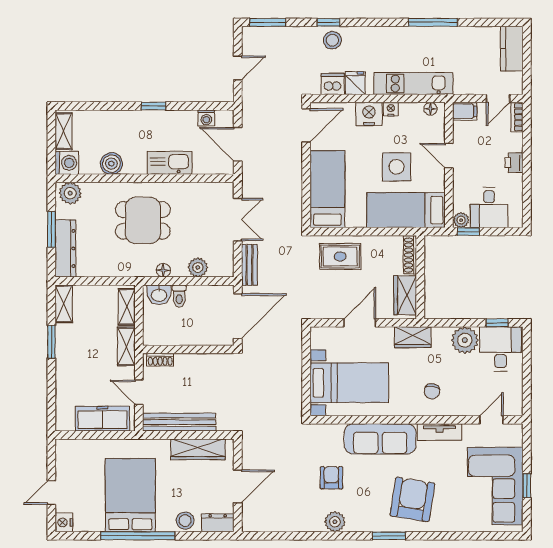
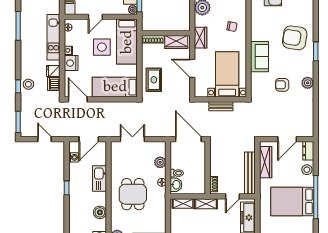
bench: (249, 265) -> (221, 106), moved
tv unit: (440, 432) -> (256, 22), removed
sofa: (380, 439) -> (260, 57), width x0.73
door: (238, 486) -> (287, 139), swing flipped

